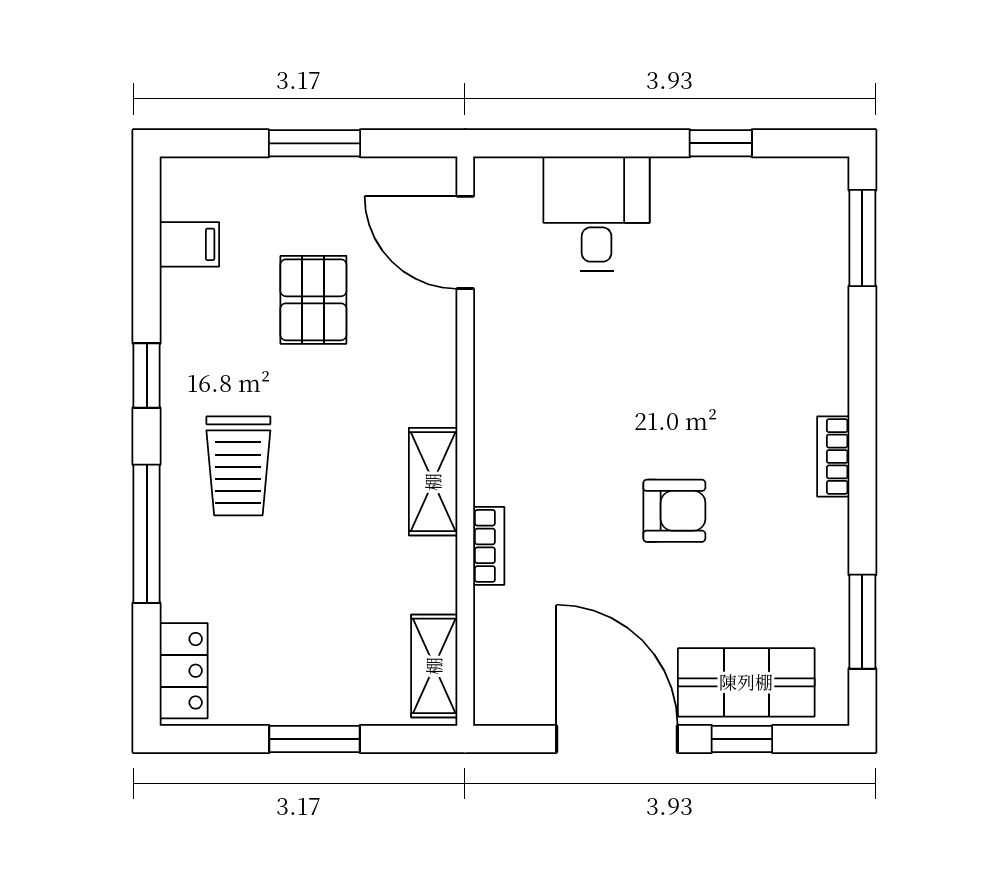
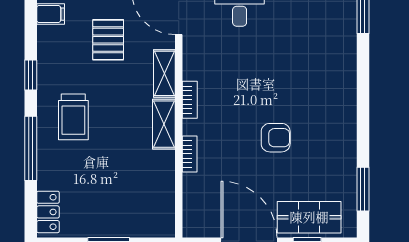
bookcase: (833, 456) -> (190, 100), moved, turned 180
shelving: (434, 666) -> (164, 73), moved

